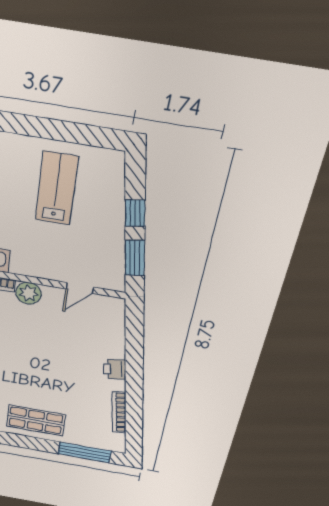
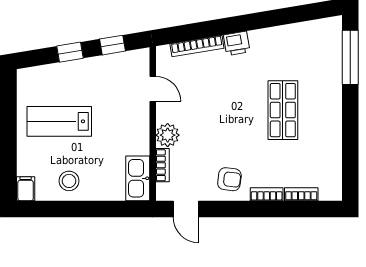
window: (135, 258) -> (113, 45), width x0.67
bookcase: (119, 412) -> (197, 46), moved
shop shelf: (36, 420) -> (283, 110), moved

